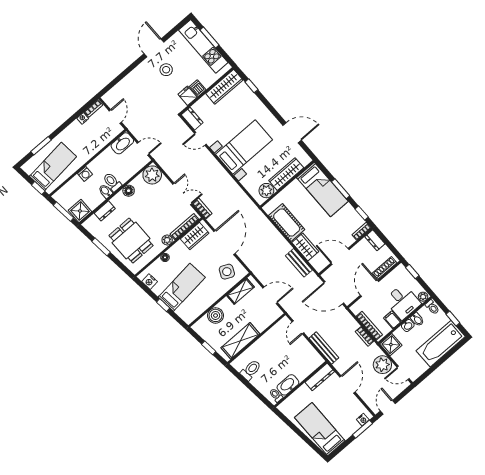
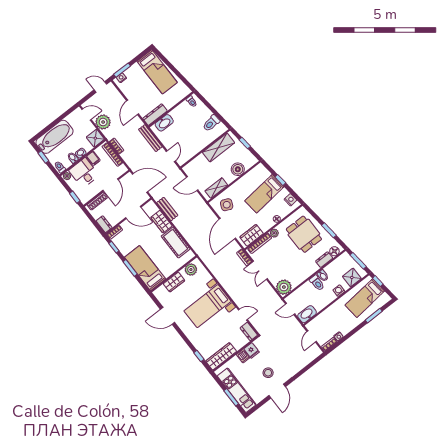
wardrobe: (286, 174) -> (174, 282), width x0.67
floor lamp: (129, 191) -> (334, 251), moved
shower: (80, 211) -> (352, 277), moved
washbasin: (288, 385) -> (164, 123), moved
door: (388, 407) -> (100, 87), swing flipped

